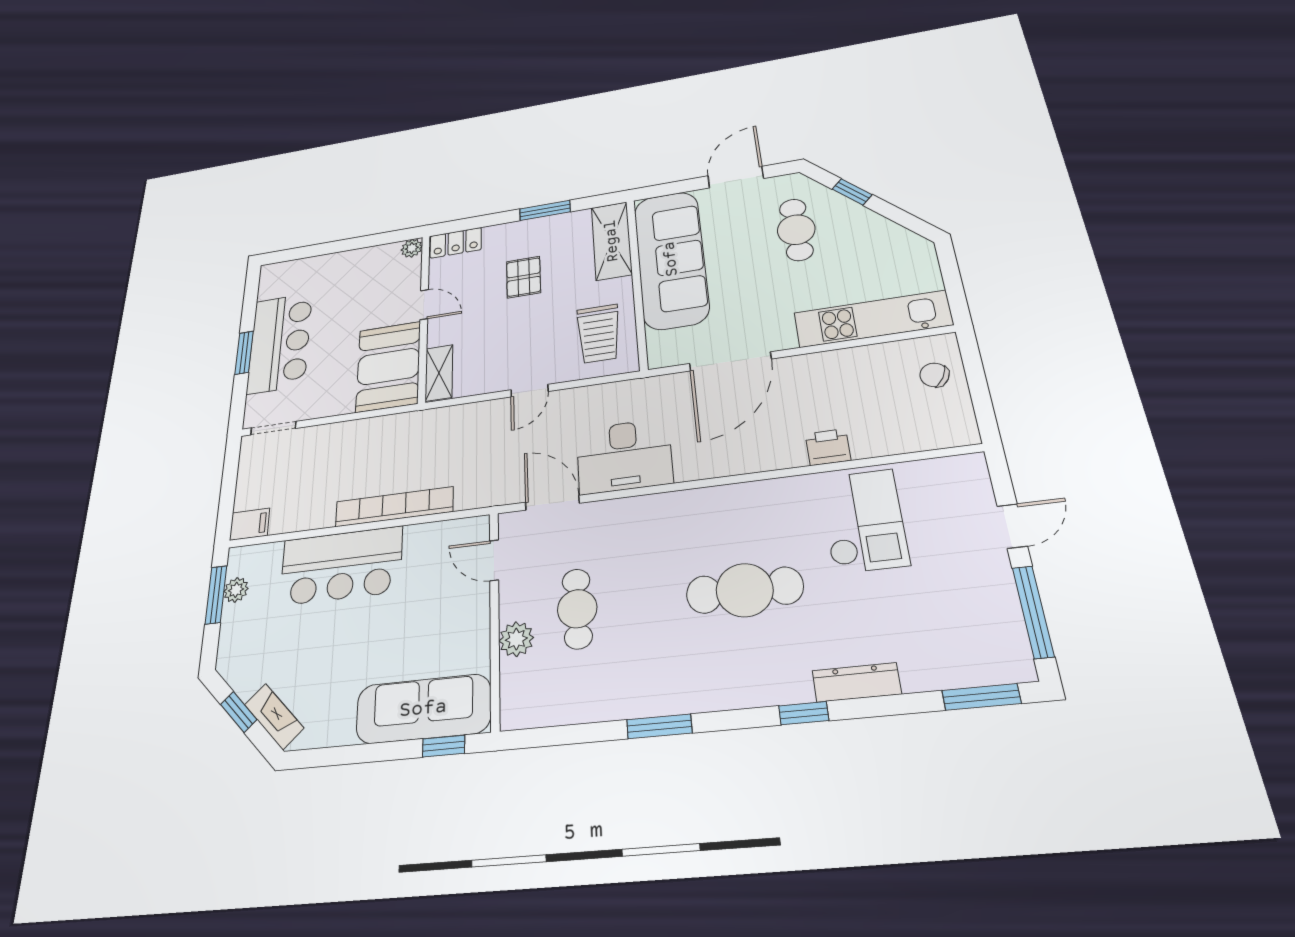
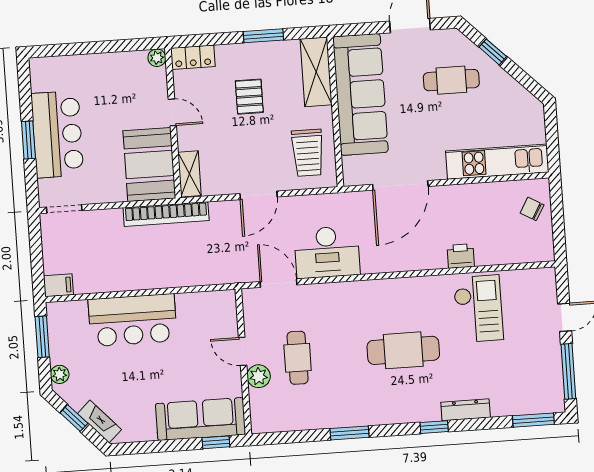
cafe table: (796, 230) -> (451, 80), turned 90
door: (529, 391) -> (259, 195), width x1.38
bookcase: (394, 507) -> (166, 214), moved, turned 180
door: (494, 560) -> (243, 351), moved
plant: (236, 590) -> (60, 374), moved

